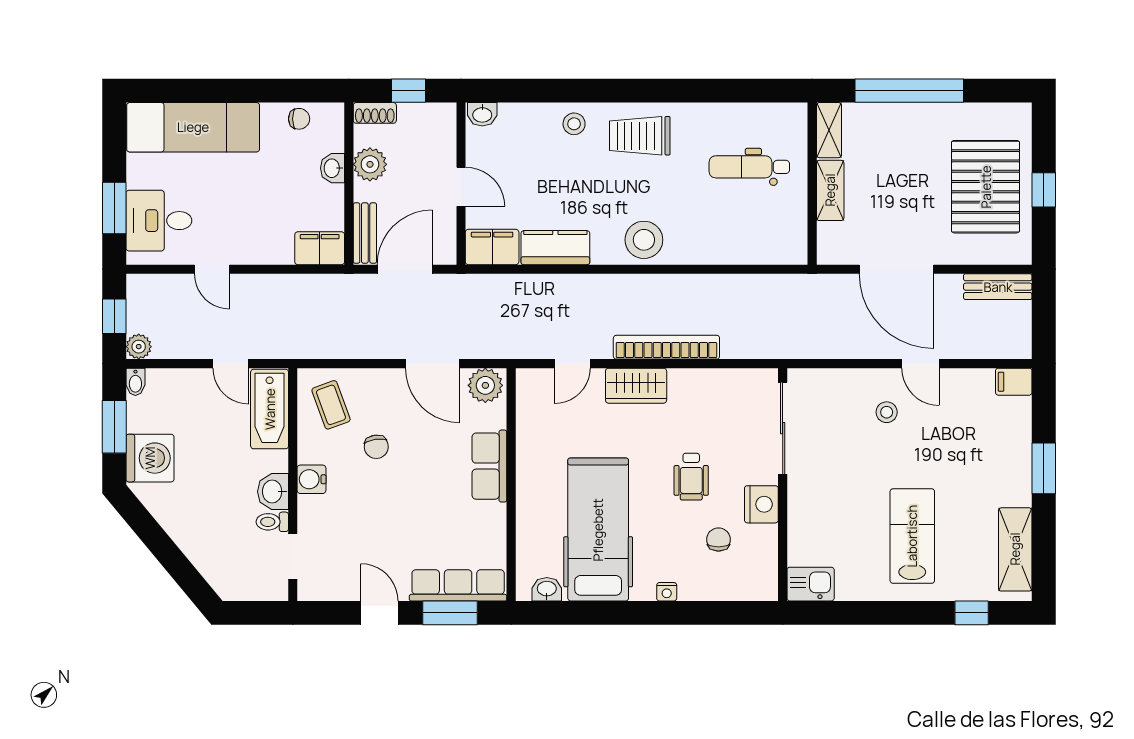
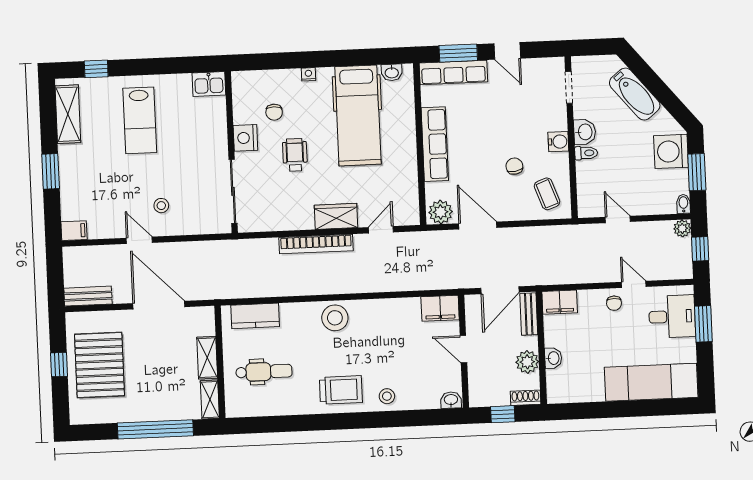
chair: (299, 119) -> (614, 303), moved, turned -90
kitchen counter: (555, 248) -> (255, 316), moved
bathtub: (270, 409) -> (635, 94), moved, turned 140
row of seats: (489, 466) -> (435, 144), width x1.48
toilet: (272, 522) -> (586, 153), moved

